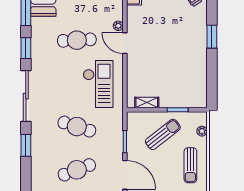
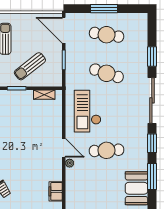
cafe table: (77, 170) -> (107, 35), turned 30

